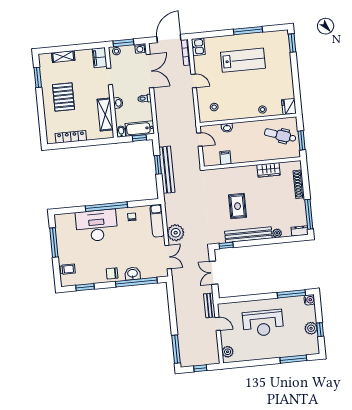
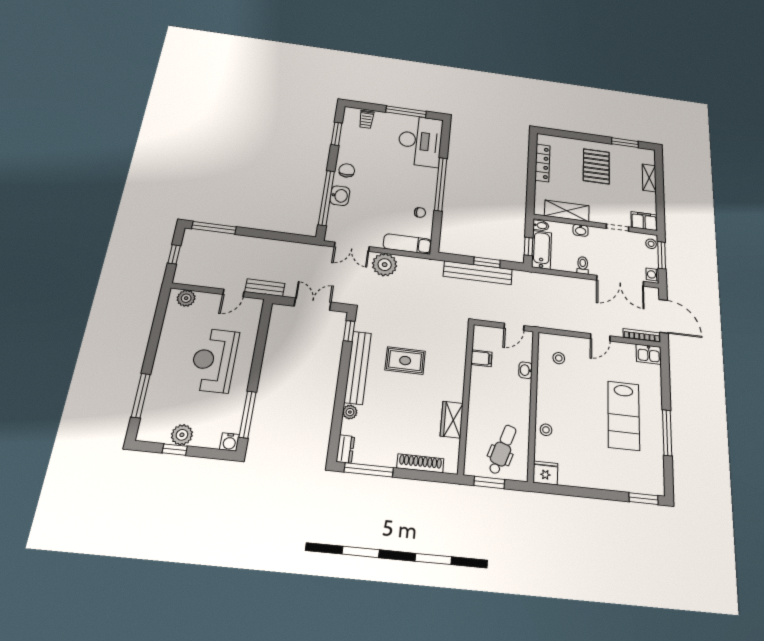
pallet: (63, 97) -> (596, 166), turned 90
desk: (97, 226) -> (420, 141), moved

